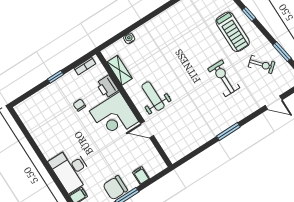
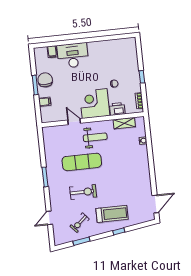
treadmill: (233, 32) -> (112, 214), turned 180
exercise mat: (190, 97) -> (82, 162), added
door: (147, 130) -> (74, 122), hinge flipped

